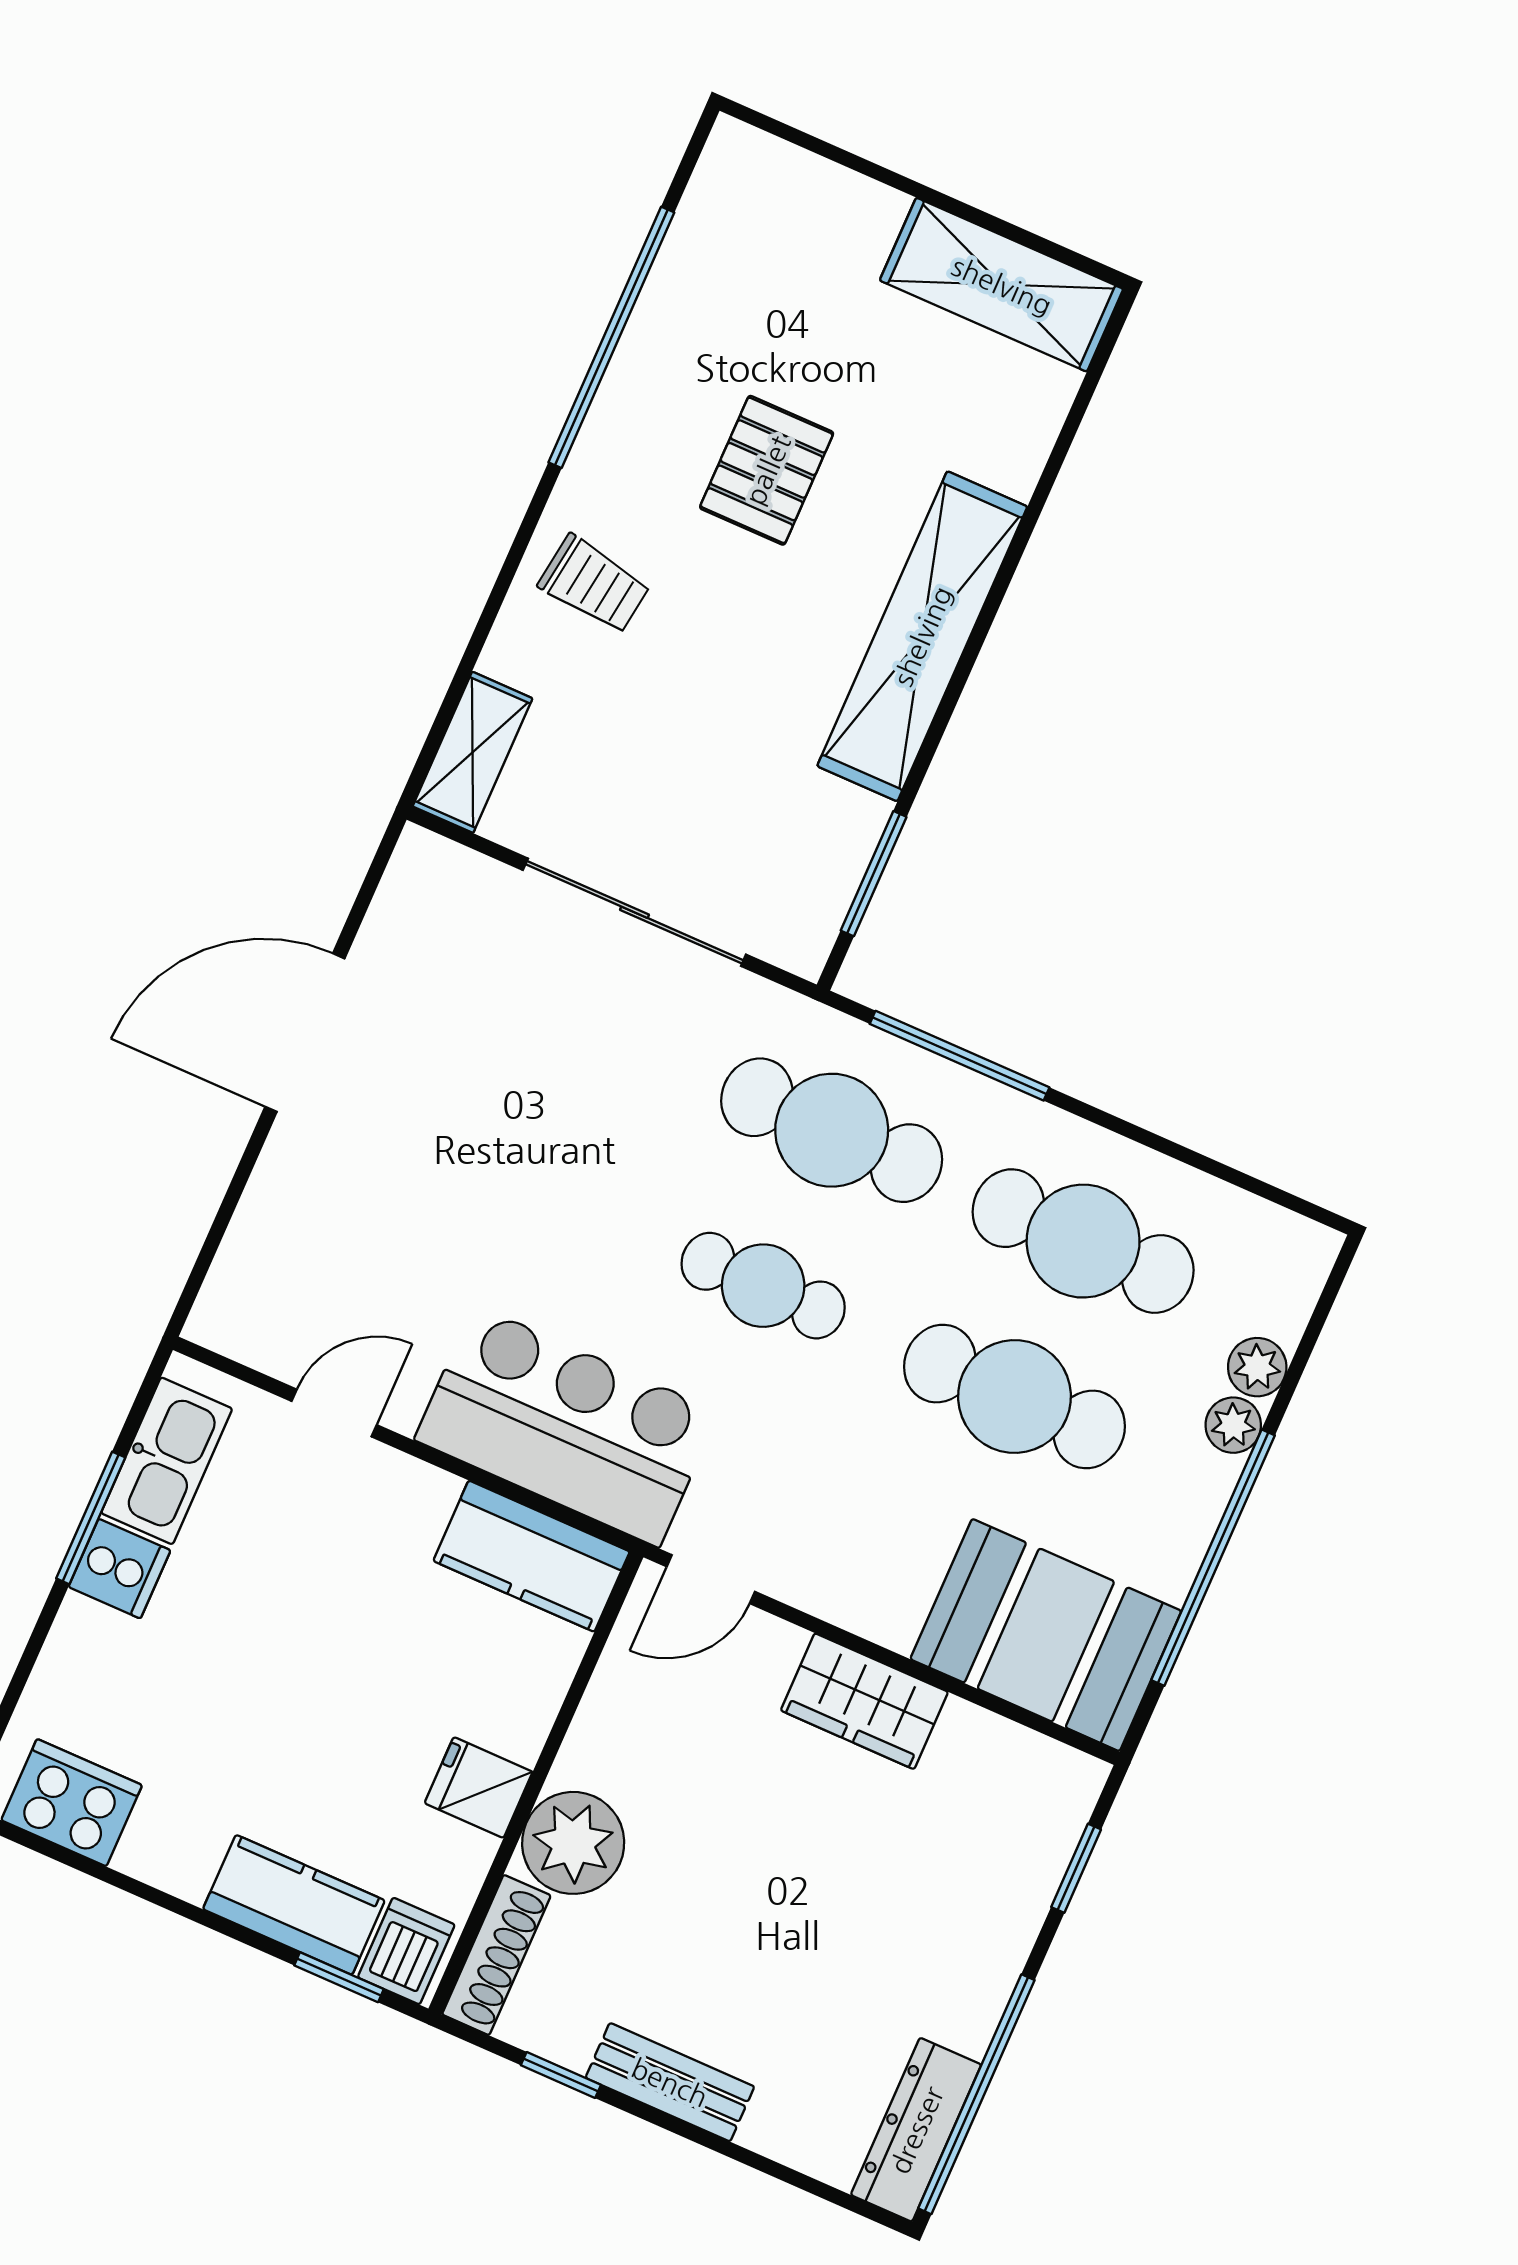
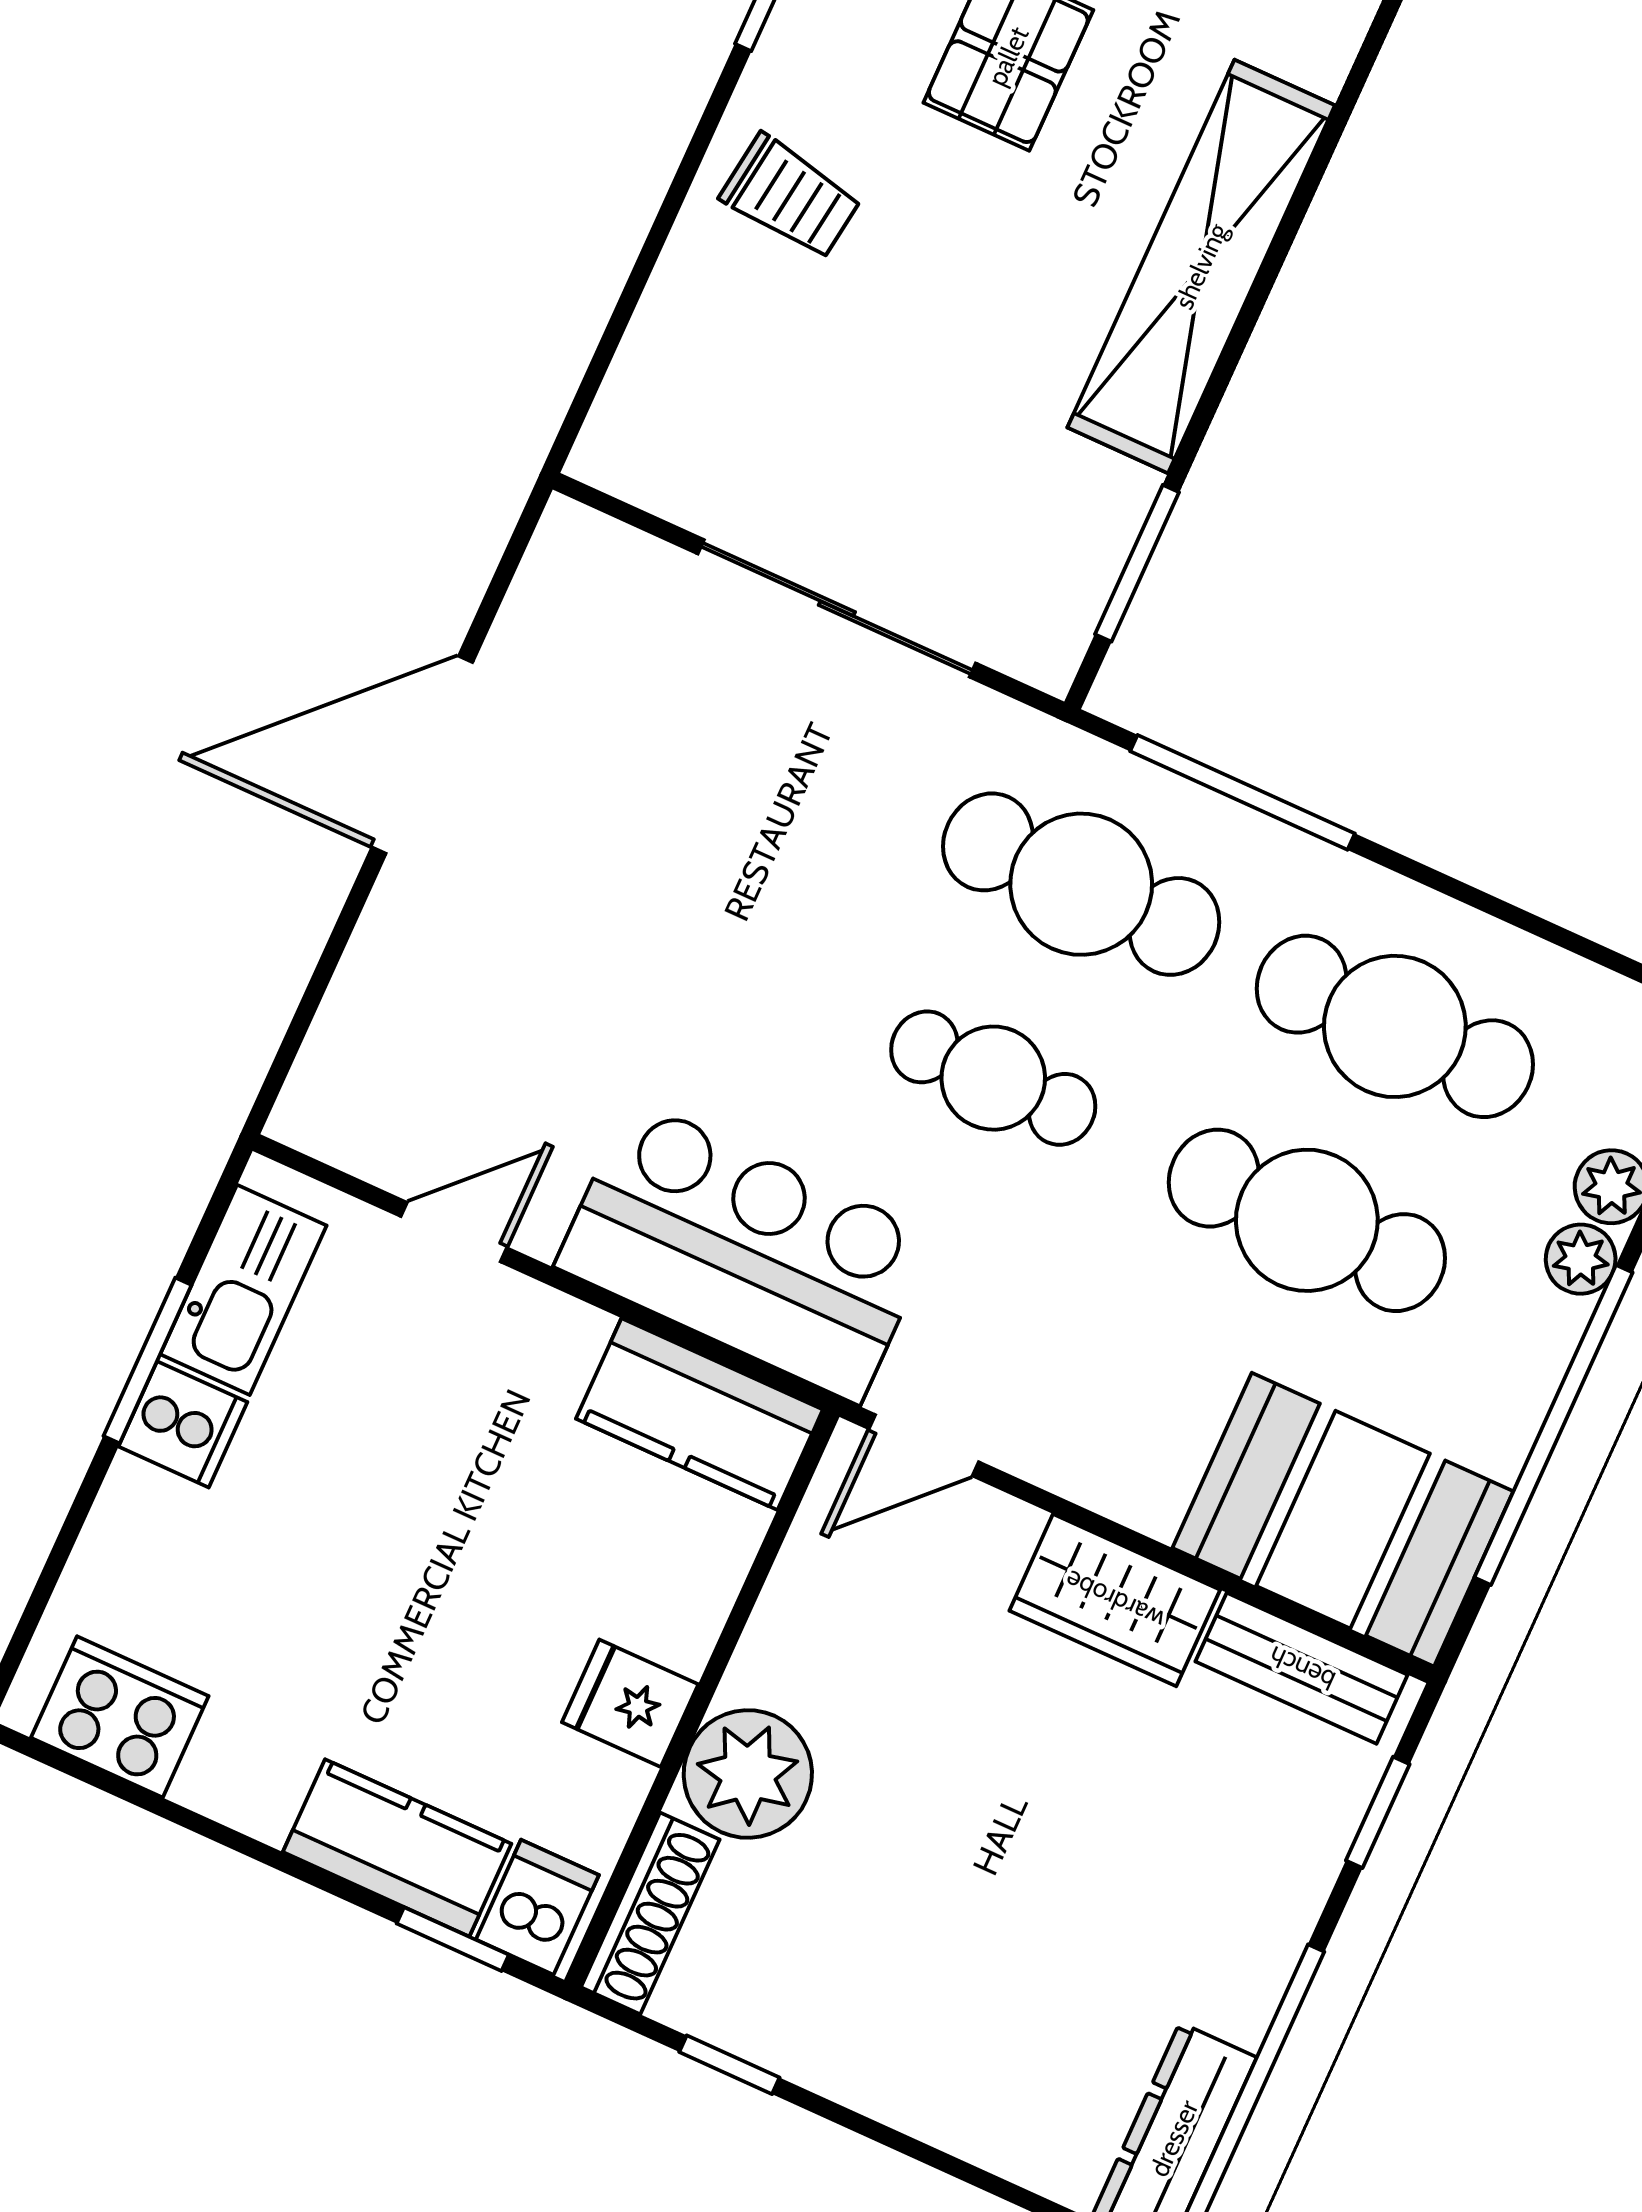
shelving: (473, 752) -> (636, 406), removed
bench: (670, 2082) -> (1302, 1668), moved

